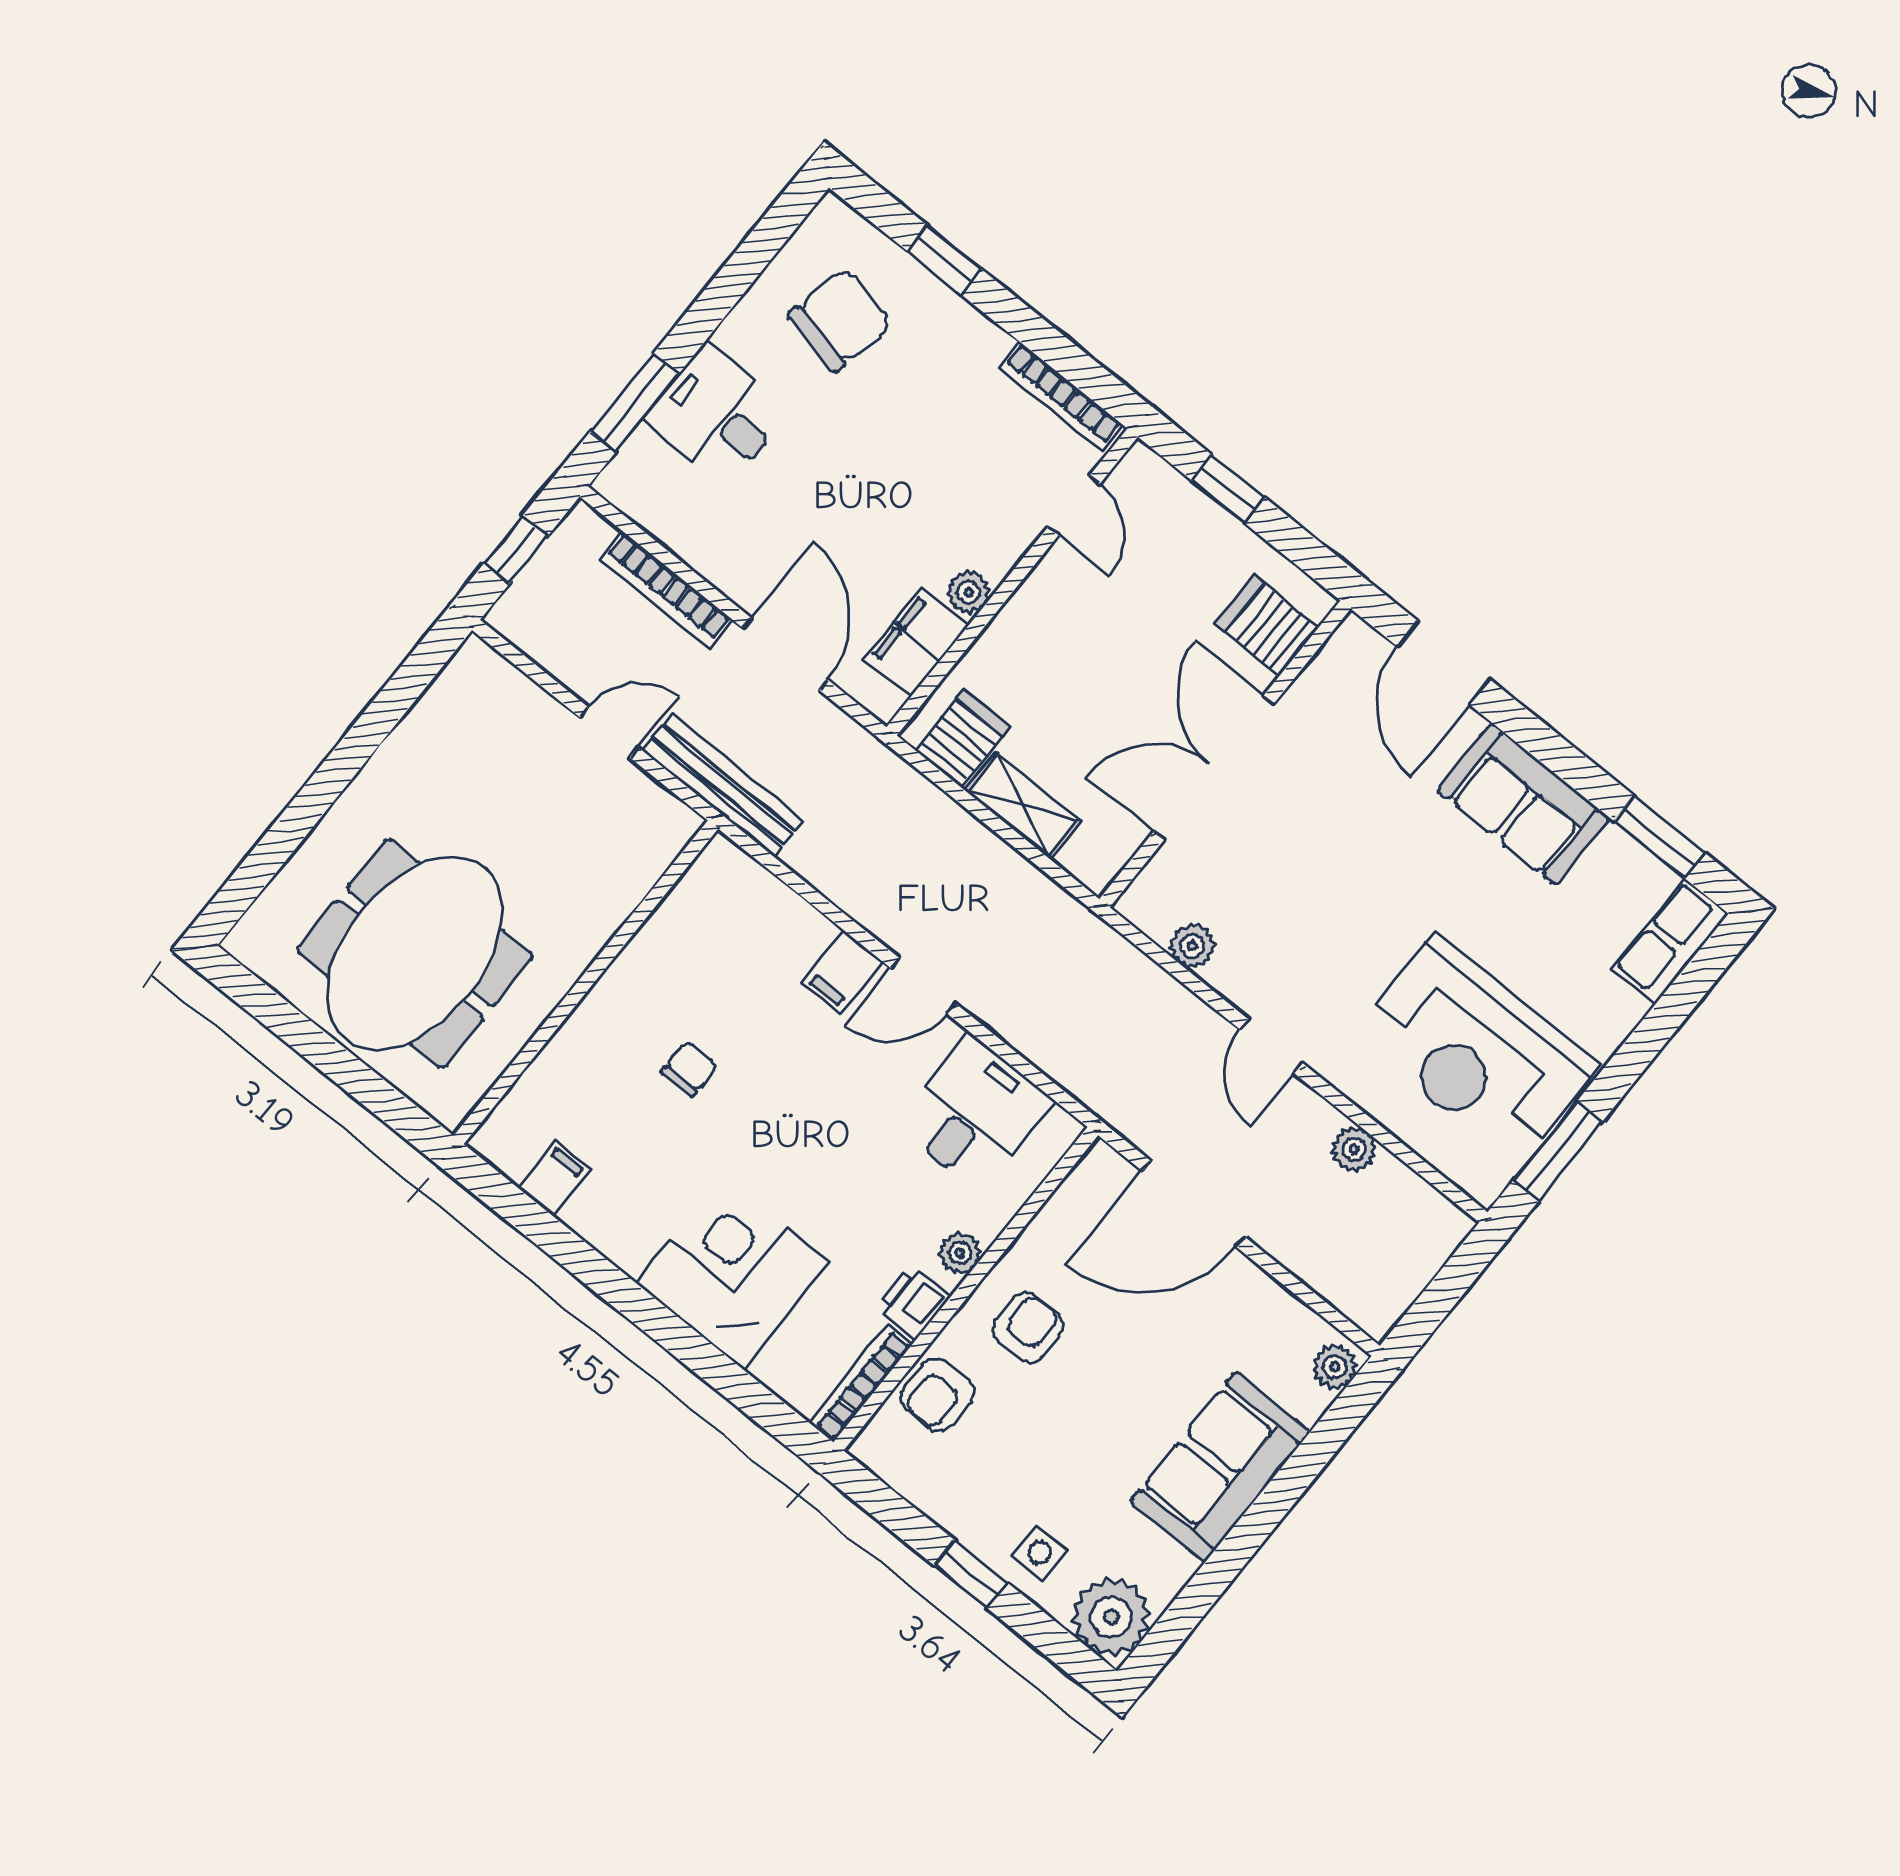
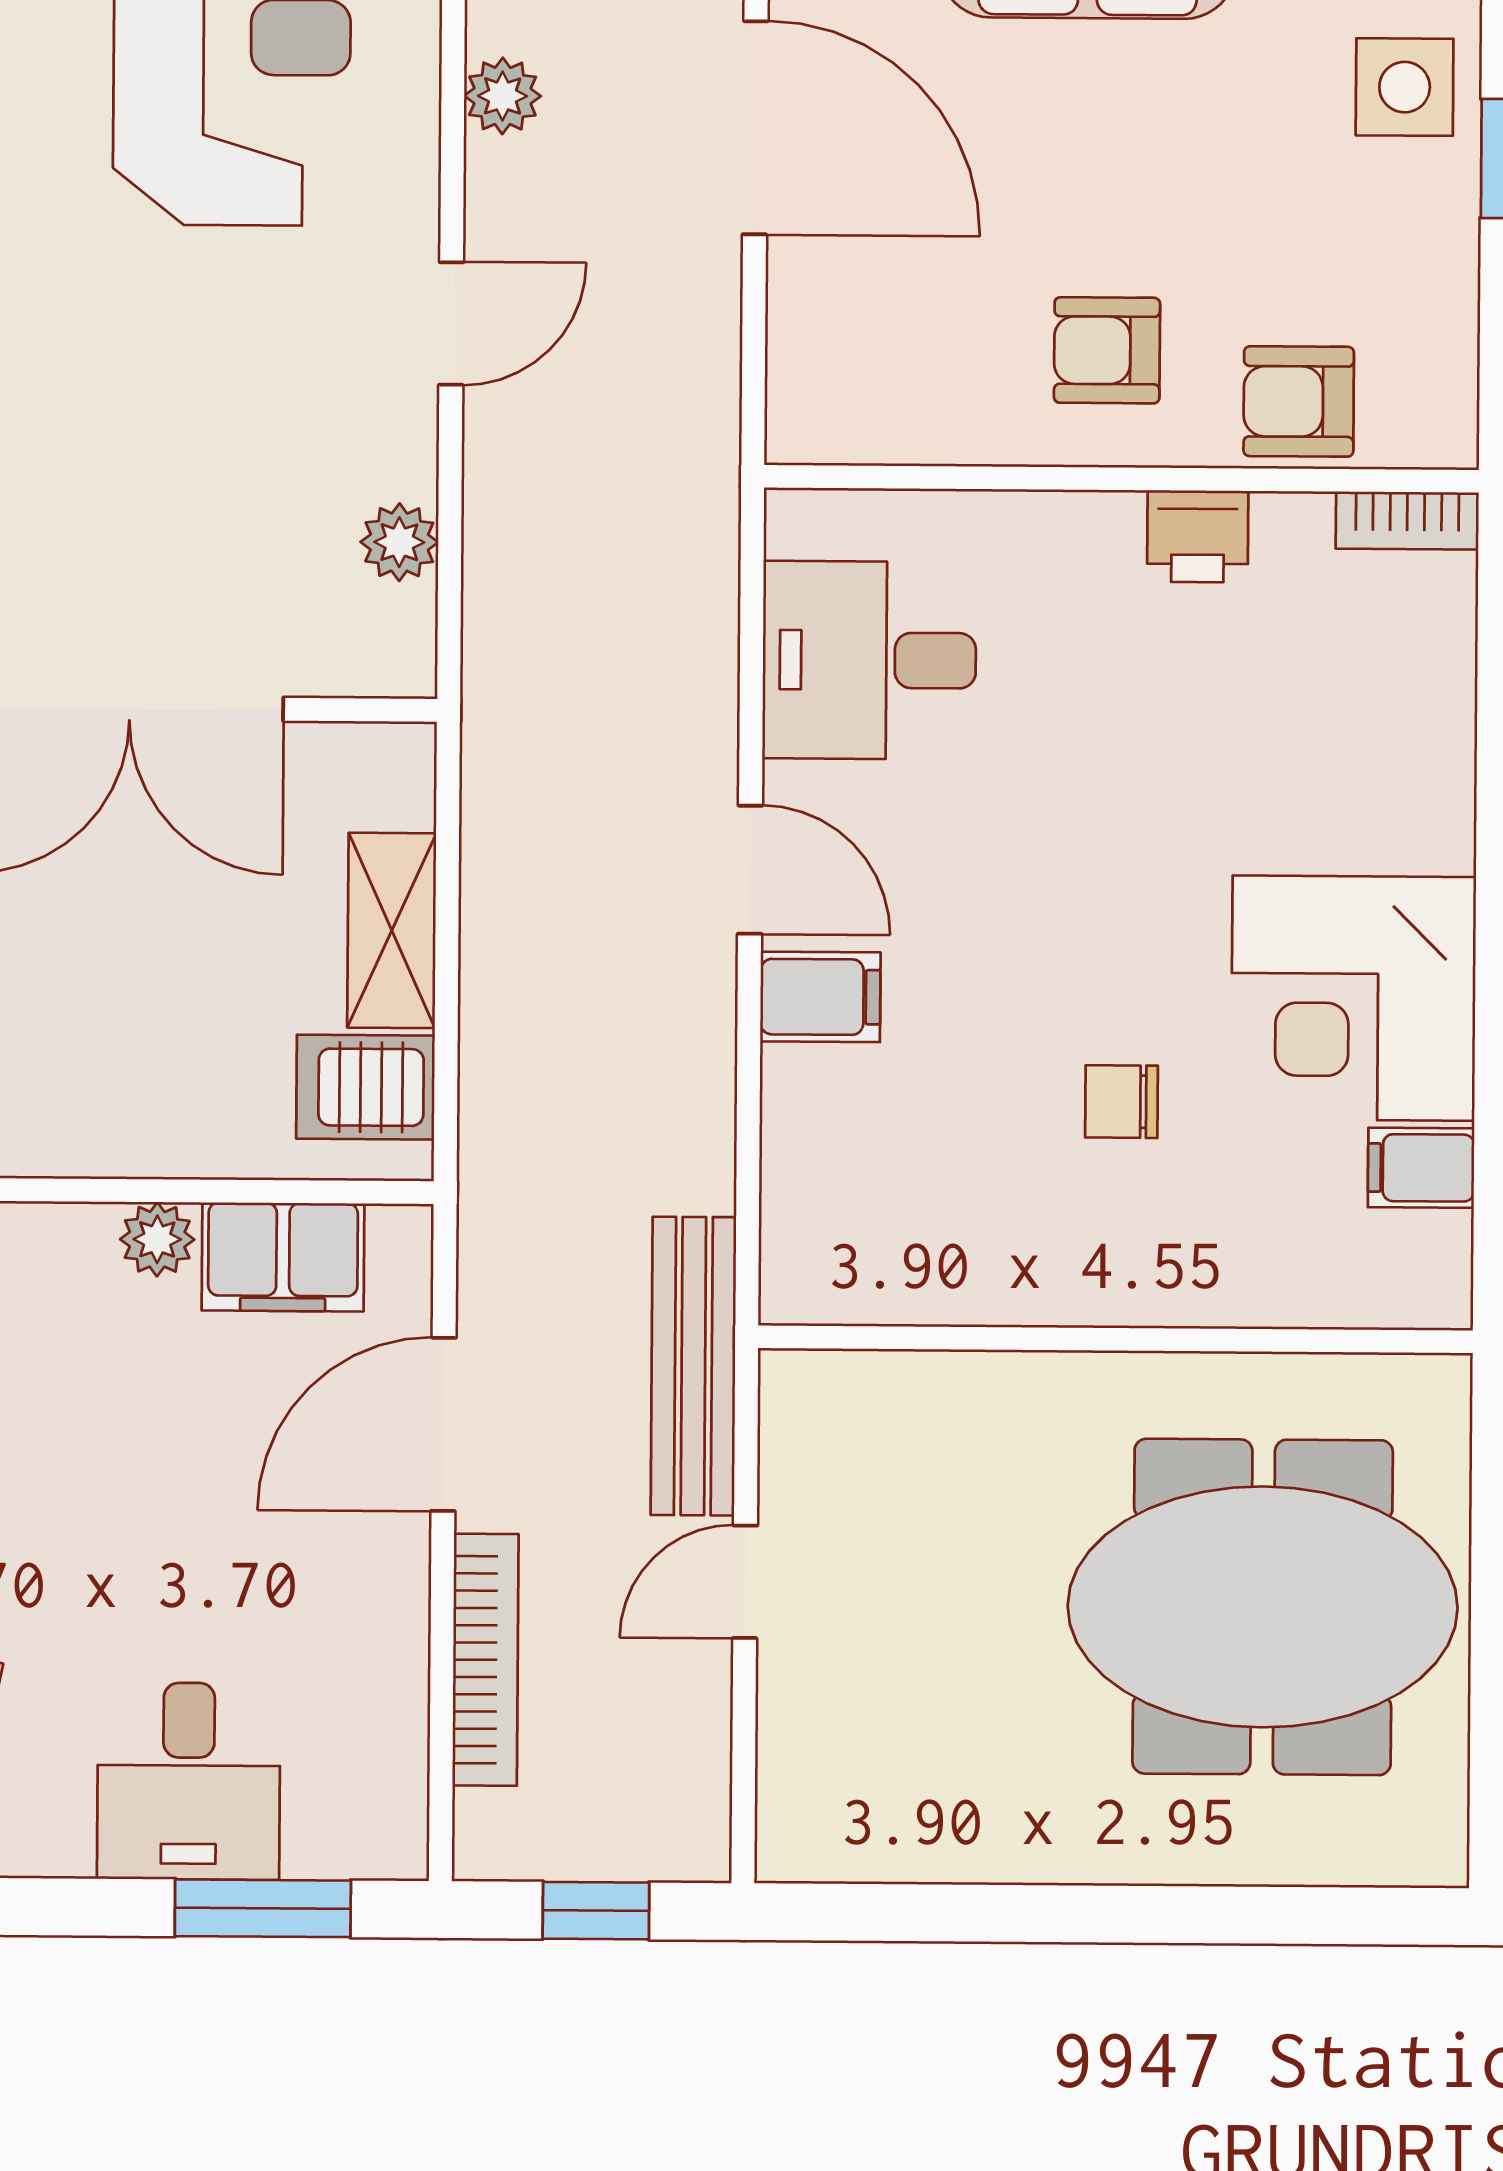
door: (609, 732) -> (745, 1582), hinge flipped
door: (1194, 1204) -> (755, 128), moved
plant: (960, 1253) -> (1079, 526), removed
corner desk: (732, 1272) -> (1354, 998), moved
bookcase: (860, 1383) -> (1407, 521), width x0.64
armchair: (937, 1395) -> (1299, 401), turned 180
side table: (1040, 1553) -> (1405, 87), width x1.37, depth x1.37

